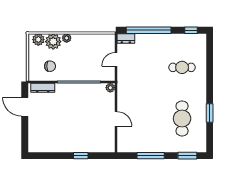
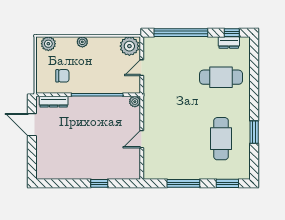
dresser: (126, 38) -> (229, 42), moved
plant: (53, 42) -> (129, 46), moved
cafe table: (182, 67) -> (221, 77), width x1.37, depth x1.35
door: (116, 119) -> (142, 139), swing flipped

